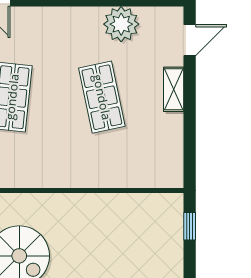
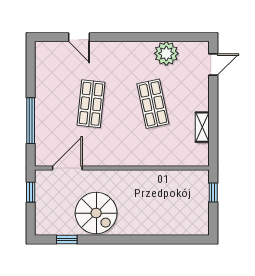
shelving: (174, 89) -> (202, 127), moved

